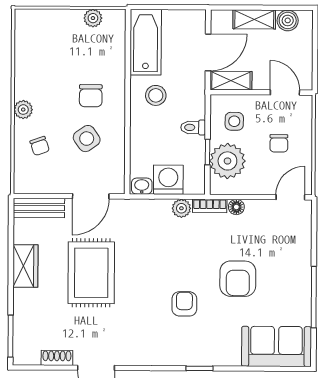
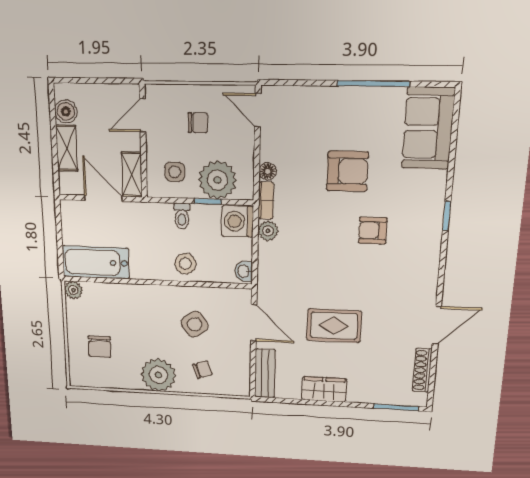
plant: (93, 18) -> (73, 290), moved
stool: (156, 95) -> (185, 264), moved
chair: (91, 96) -> (100, 347), moved, turned 90
plant: (23, 110) -> (158, 375), width x1.87, depth x1.87
washing machine: (168, 180) -> (238, 221), moved
rug: (91, 273) -> (334, 326), width x0.73, depth x0.70
shoe rack: (57, 358) -> (422, 370), width x1.43

